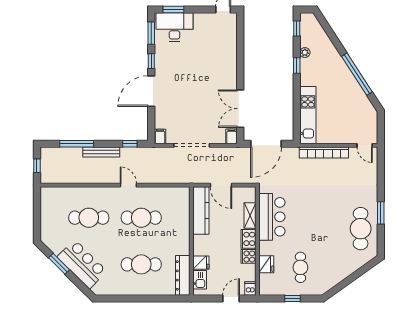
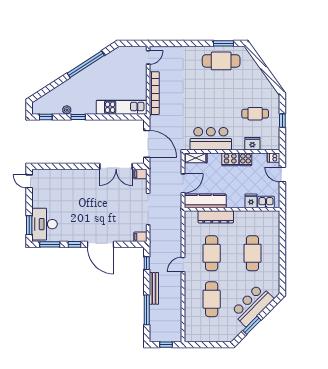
window: (381, 213) -> (224, 43), moved
shelving: (250, 216) -> (196, 158), moved
dresser: (183, 275) -> (216, 217), moved

